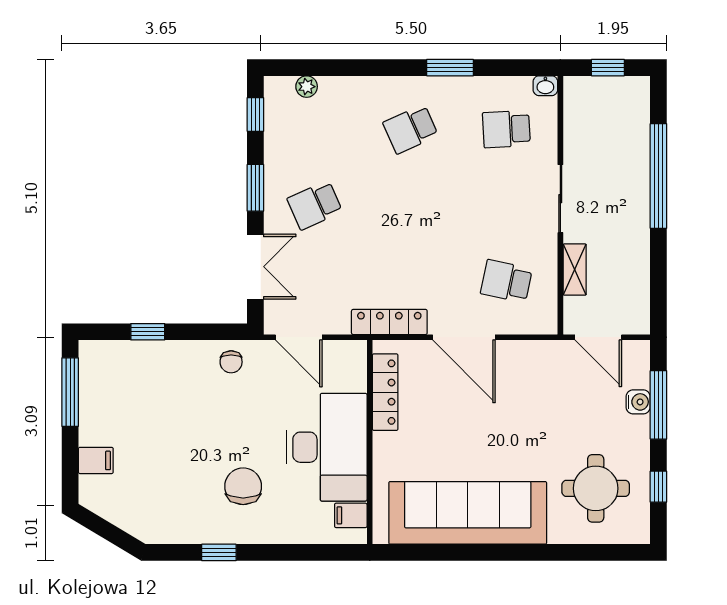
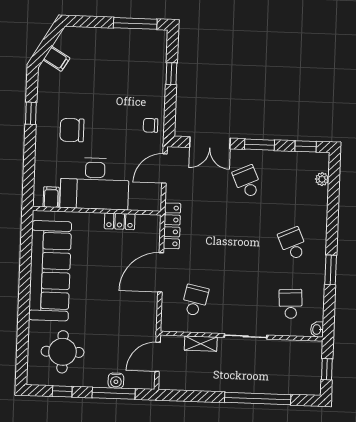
locker: (385, 392) -> (120, 221), width x0.66
filing cabinet: (96, 460) -> (56, 59), moved, turned -59
chair: (243, 486) -> (72, 130), turned 180

